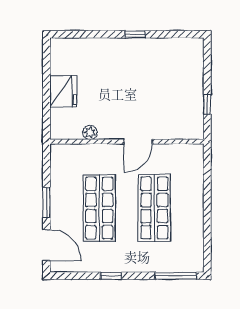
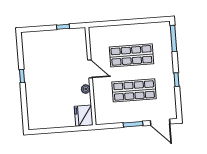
fridge: (63, 92) -> (84, 116), moved, turned -90
plant: (90, 132) -> (86, 89), moved
door: (46, 245) -> (160, 122), swing flipped

